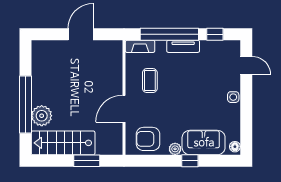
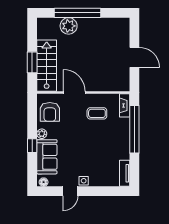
window: (215, 34) -> (134, 166), removed
tv unit: (183, 46) -> (125, 173), moved
door: (246, 66) -> (70, 191), moved
armchair: (148, 139) -> (50, 112), turned 180
stairs: (63, 143) -> (47, 66), moved

